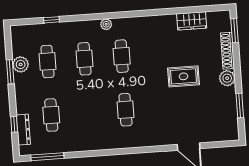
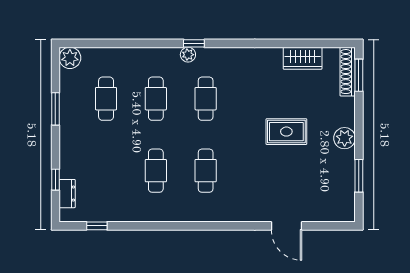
window: (51, 20) -> (194, 43), moved
shoe rack: (227, 51) -> (348, 72), moved
plant: (21, 64) -> (70, 58), moved
cafe table: (51, 115) -> (156, 171), moved
dresser: (23, 130) -> (67, 194), width x0.70
window: (47, 157) -> (97, 226), width x0.46

